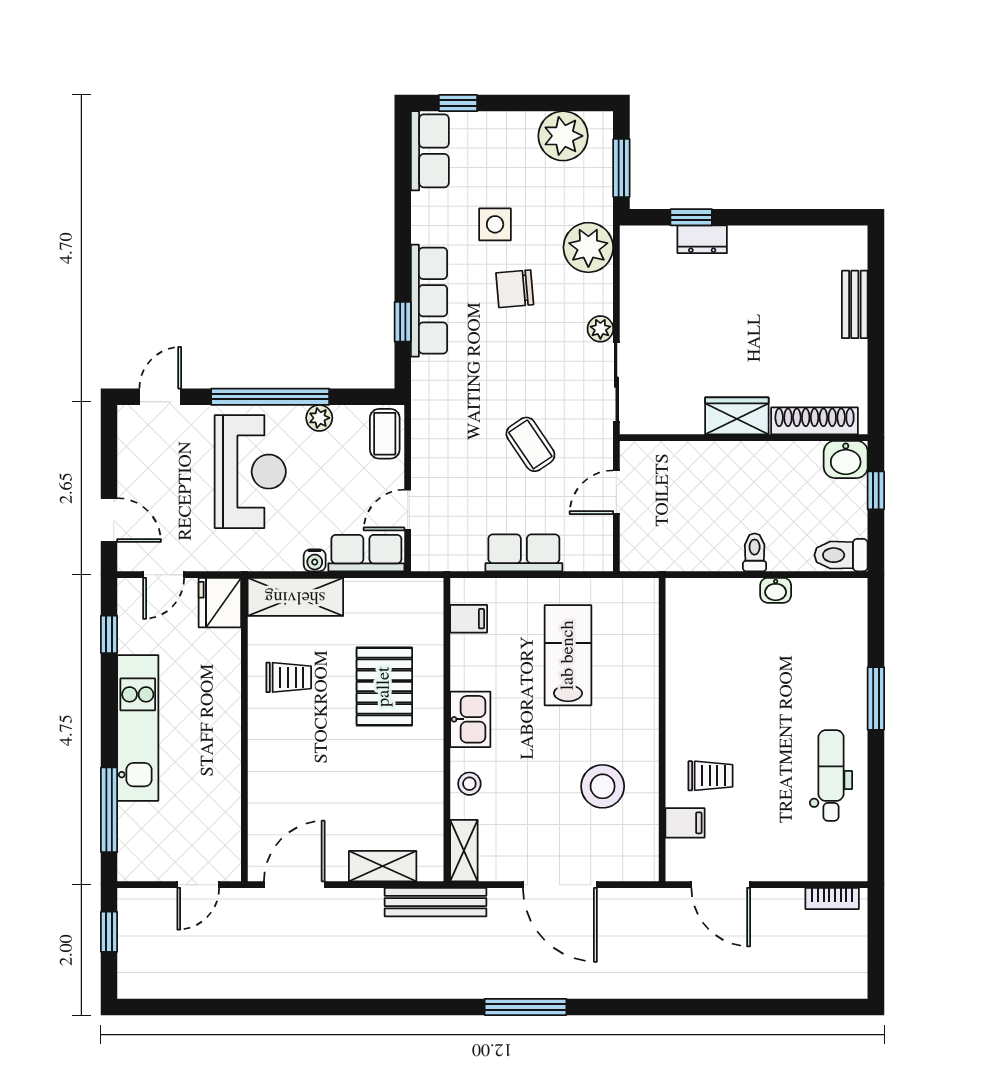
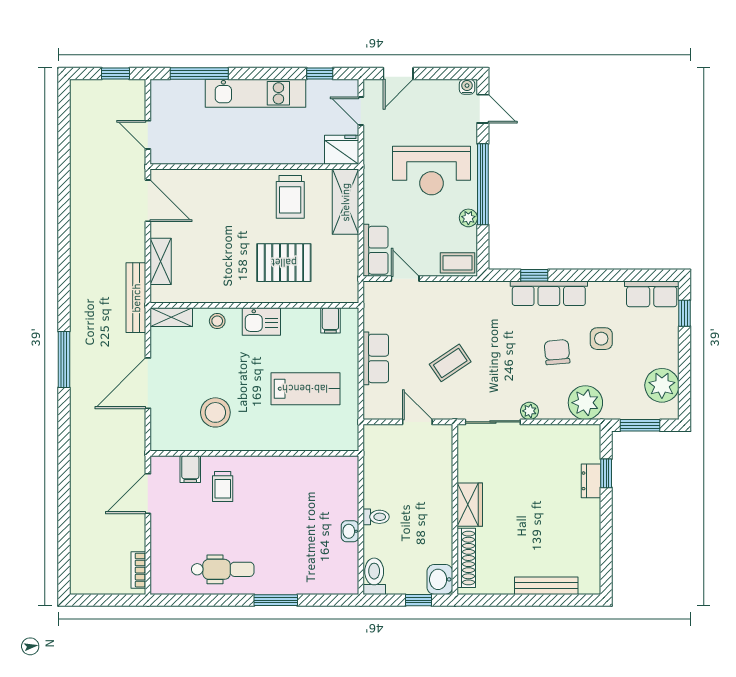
bench: (855, 304) -> (546, 586), width x1.36
water cooler: (315, 560) -> (467, 87), moved, turned 90
trolley: (289, 677) -> (290, 197), width x1.36, depth x1.39

